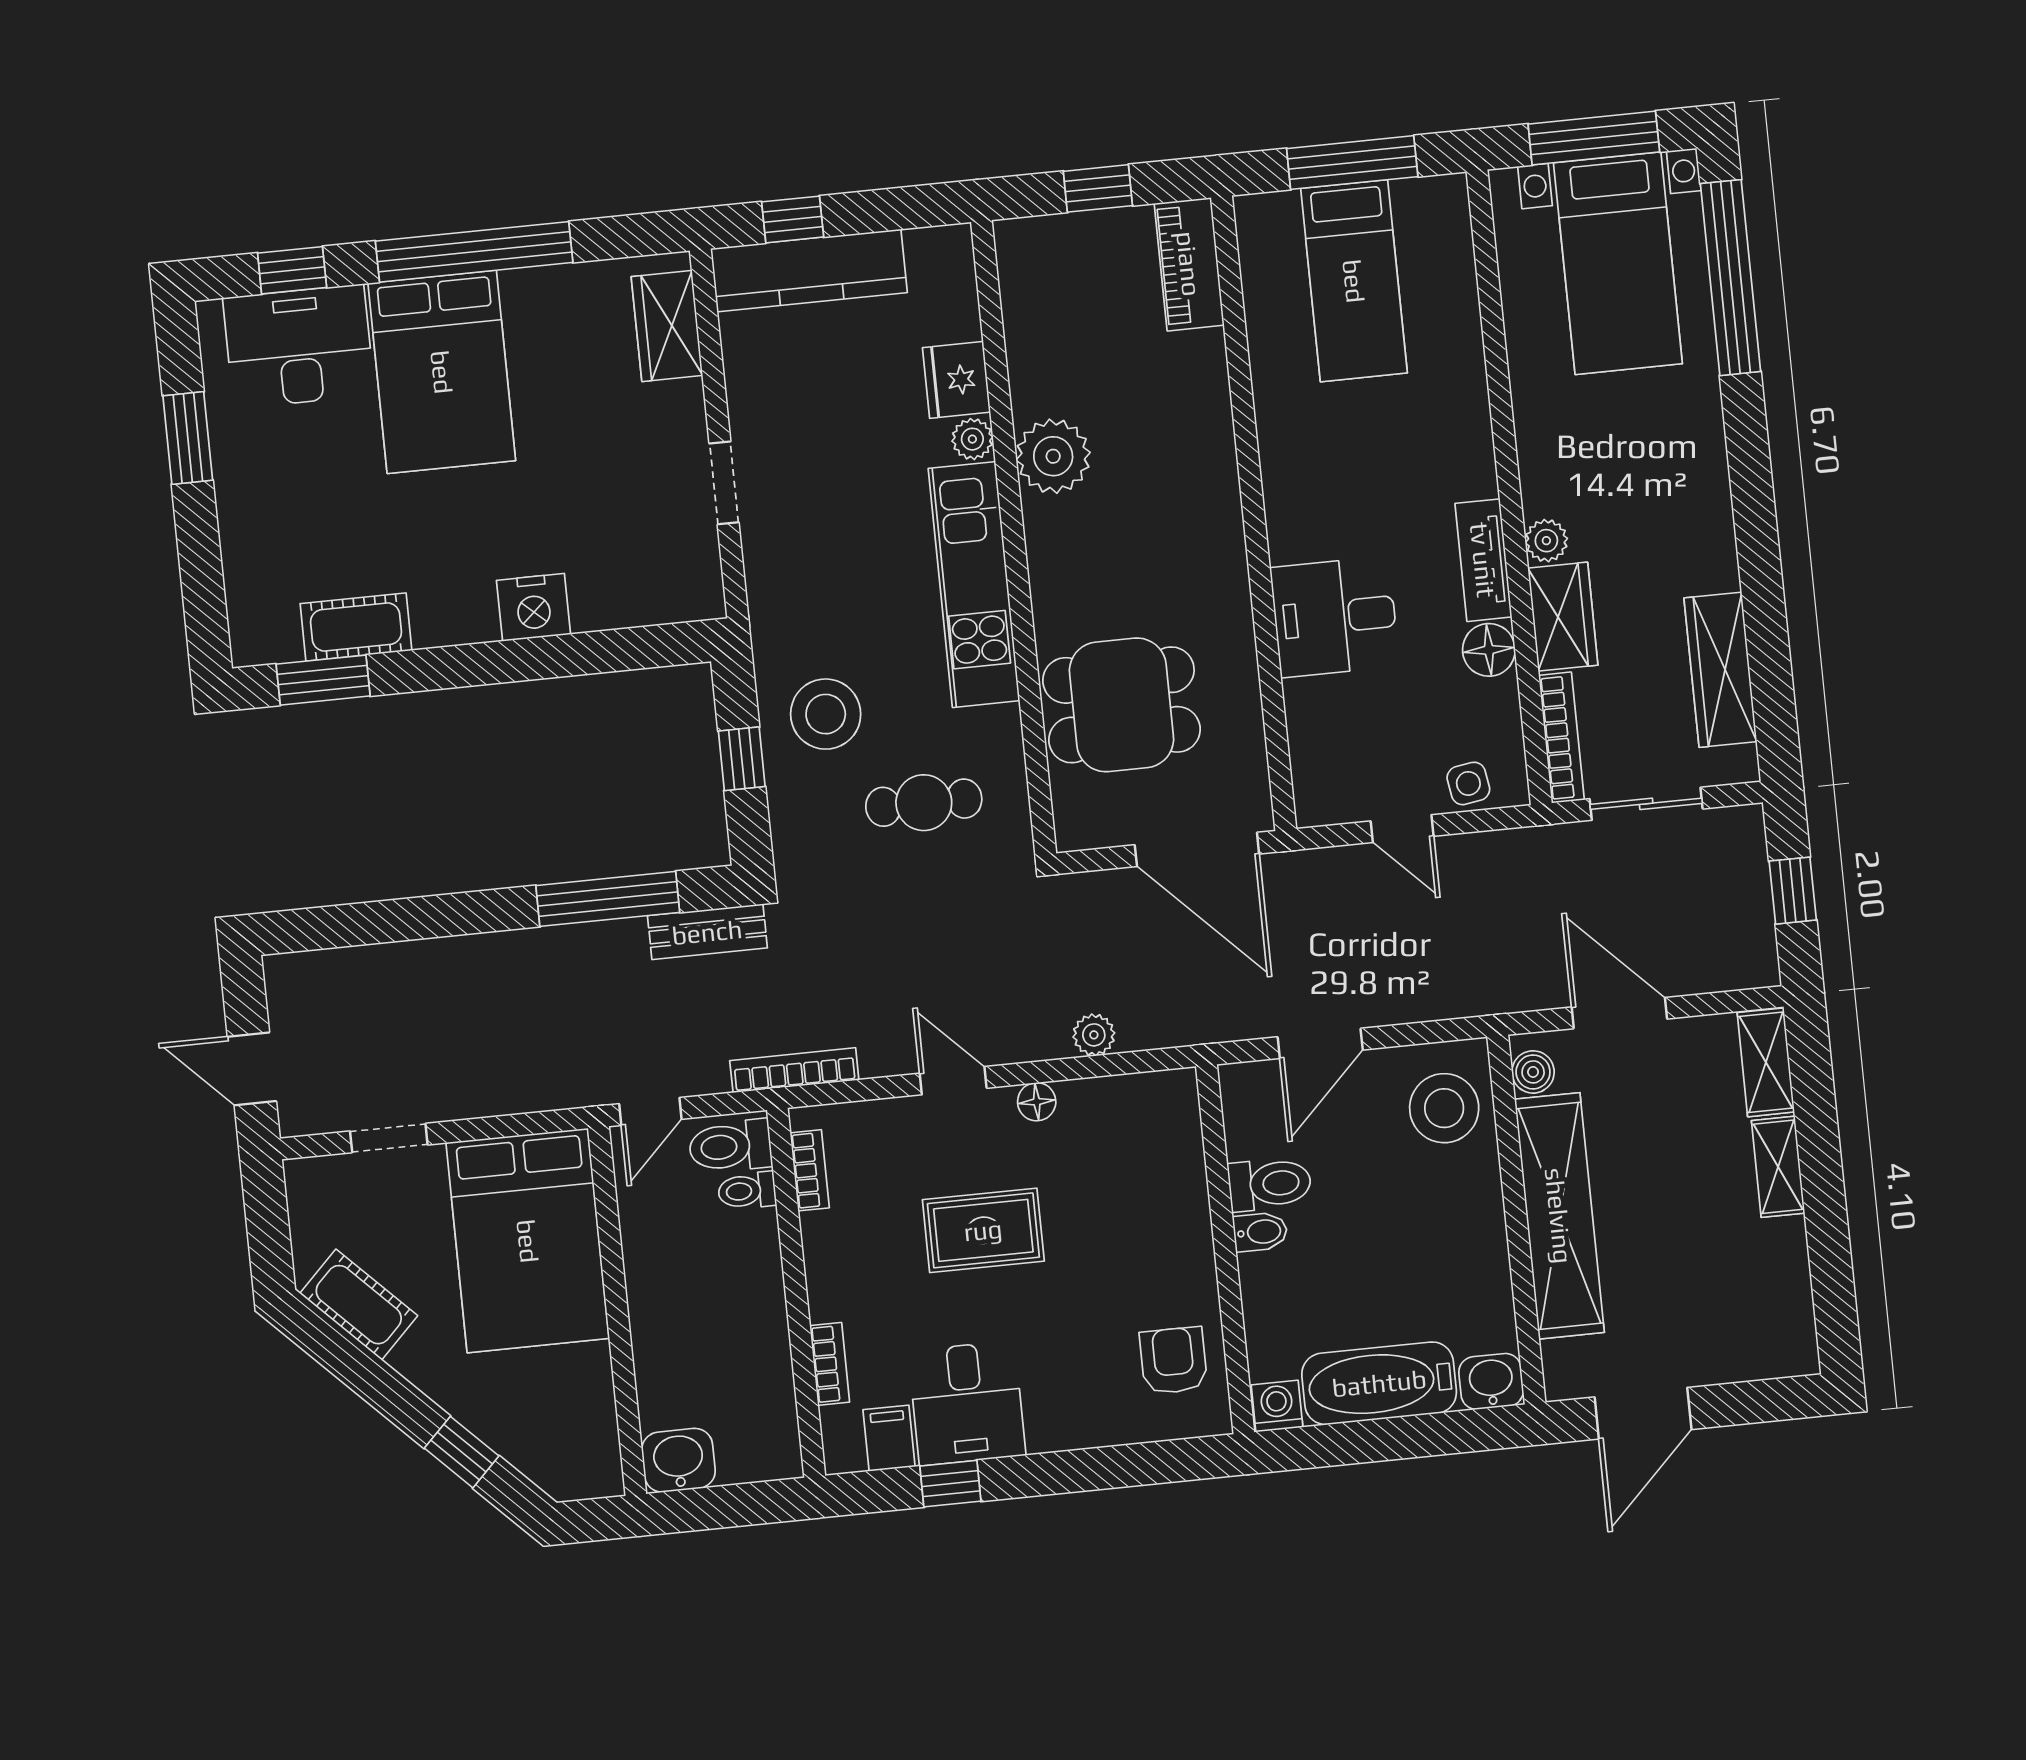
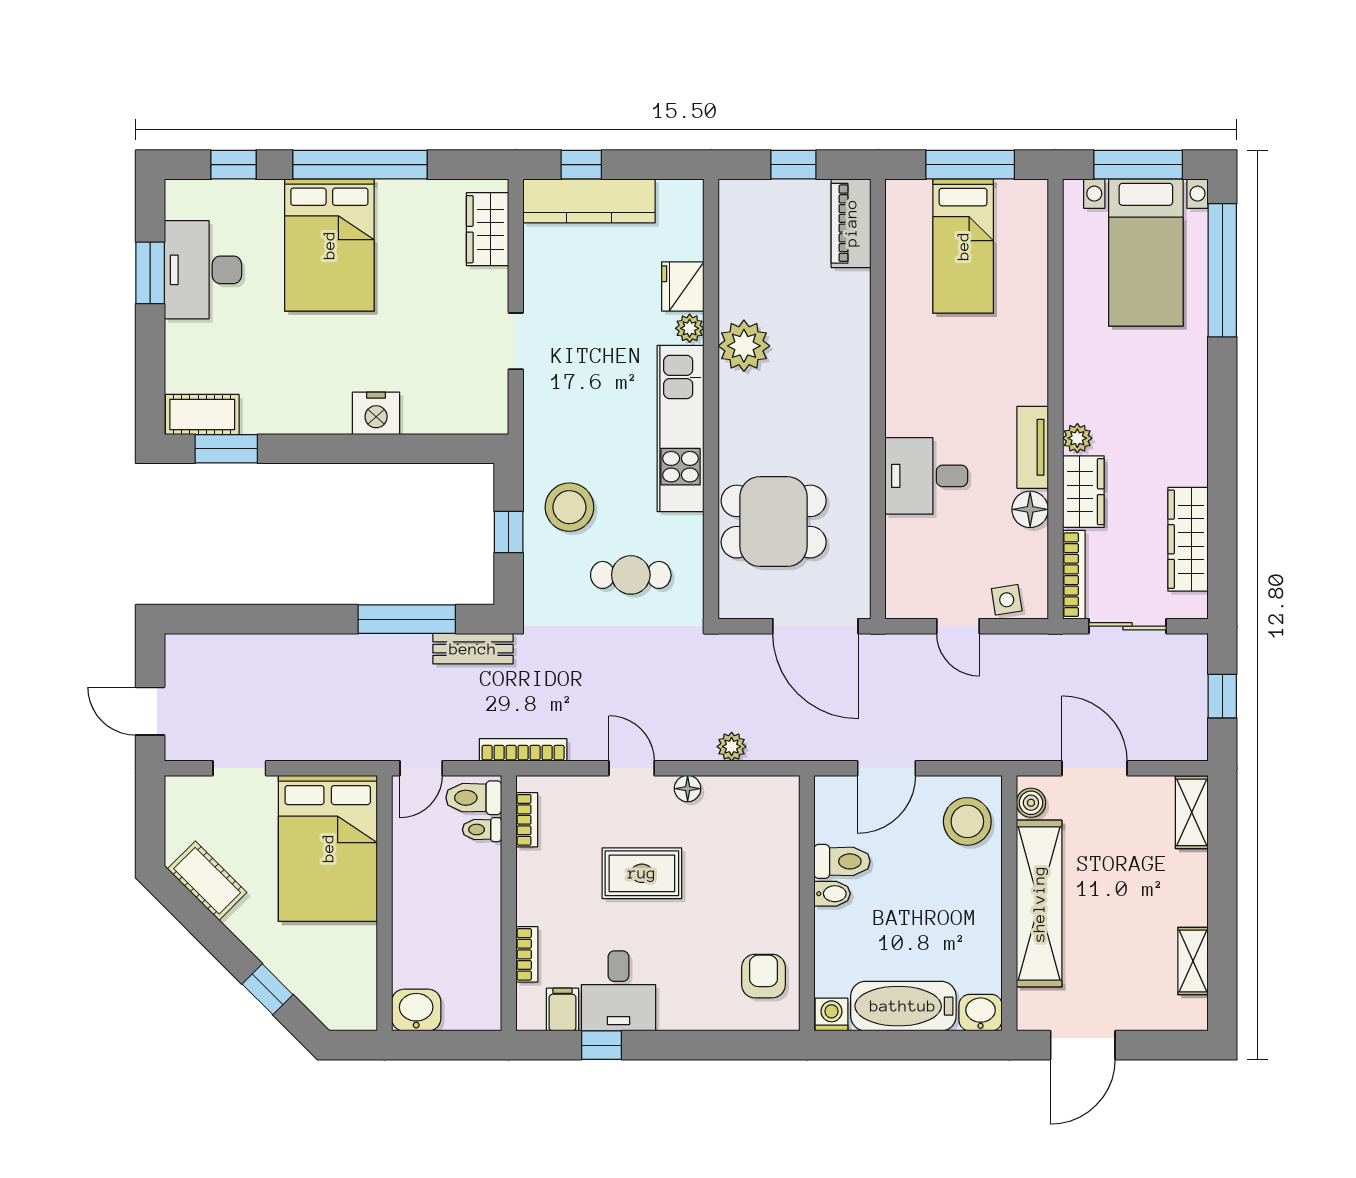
desk: (299, 346) -> (203, 270), moved, turned -90
cot: (356, 627) -> (202, 414), moved
shelving: (1778, 1167) -> (1193, 961), moved

